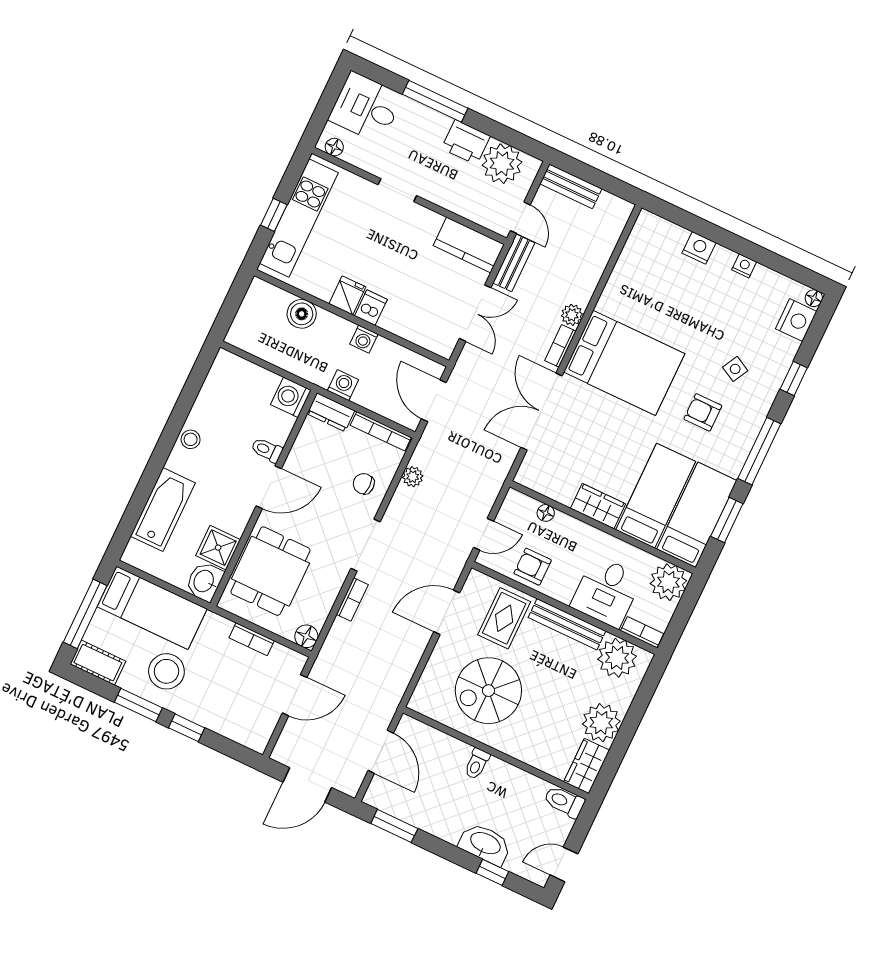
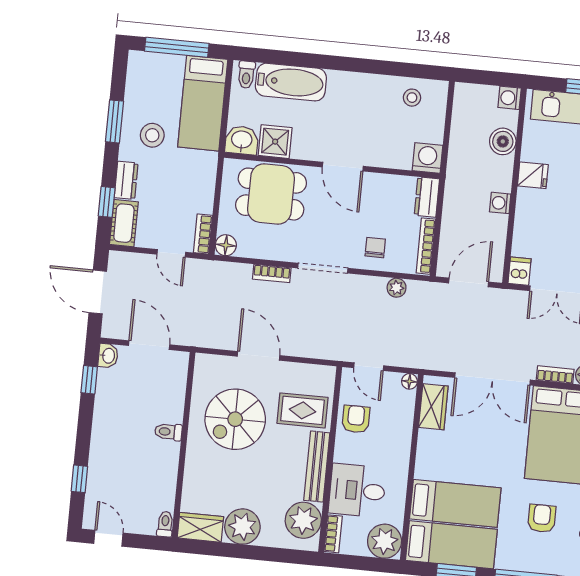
dishwasher: (371, 308) -> (519, 271), moved, turned -90
washing machine: (343, 385) -> (510, 98), moved, turned 180
double door: (542, 412) -> (493, 379), swing flipped
stool: (191, 439) -> (412, 98), moved
toilet: (267, 450) -> (246, 75), moved, turned 180
wardrobe: (598, 506) -> (433, 407), moved
floor lamp: (546, 513) -> (409, 381), moved
door: (447, 612) -> (258, 356), moved
bookcase: (252, 639) -> (203, 234), moved
cot: (98, 663) -> (124, 223), moved
stool: (166, 671) -> (152, 135), width x0.73, depth x0.73
spiral stairs: (488, 691) -> (235, 419), turned -90
door: (295, 695) -> (171, 253), width x0.73
dresser: (203, 715) -> (126, 180), added
window: (187, 728) -> (107, 202), moved
door: (381, 752) -> (149, 345), swing flipped
toilet: (564, 802) -> (165, 524), width x0.73, depth x0.72
window: (394, 826) -> (89, 380), width x0.67
washbasin: (485, 844) -> (108, 356), moved, width x0.52, depth x0.69

